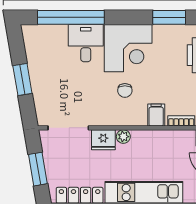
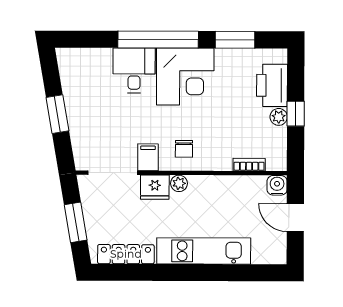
window: (71, 17) -> (158, 39), moved
chair: (125, 90) -> (184, 149), moved
filing cabinet: (156, 115) -> (148, 157), moved

